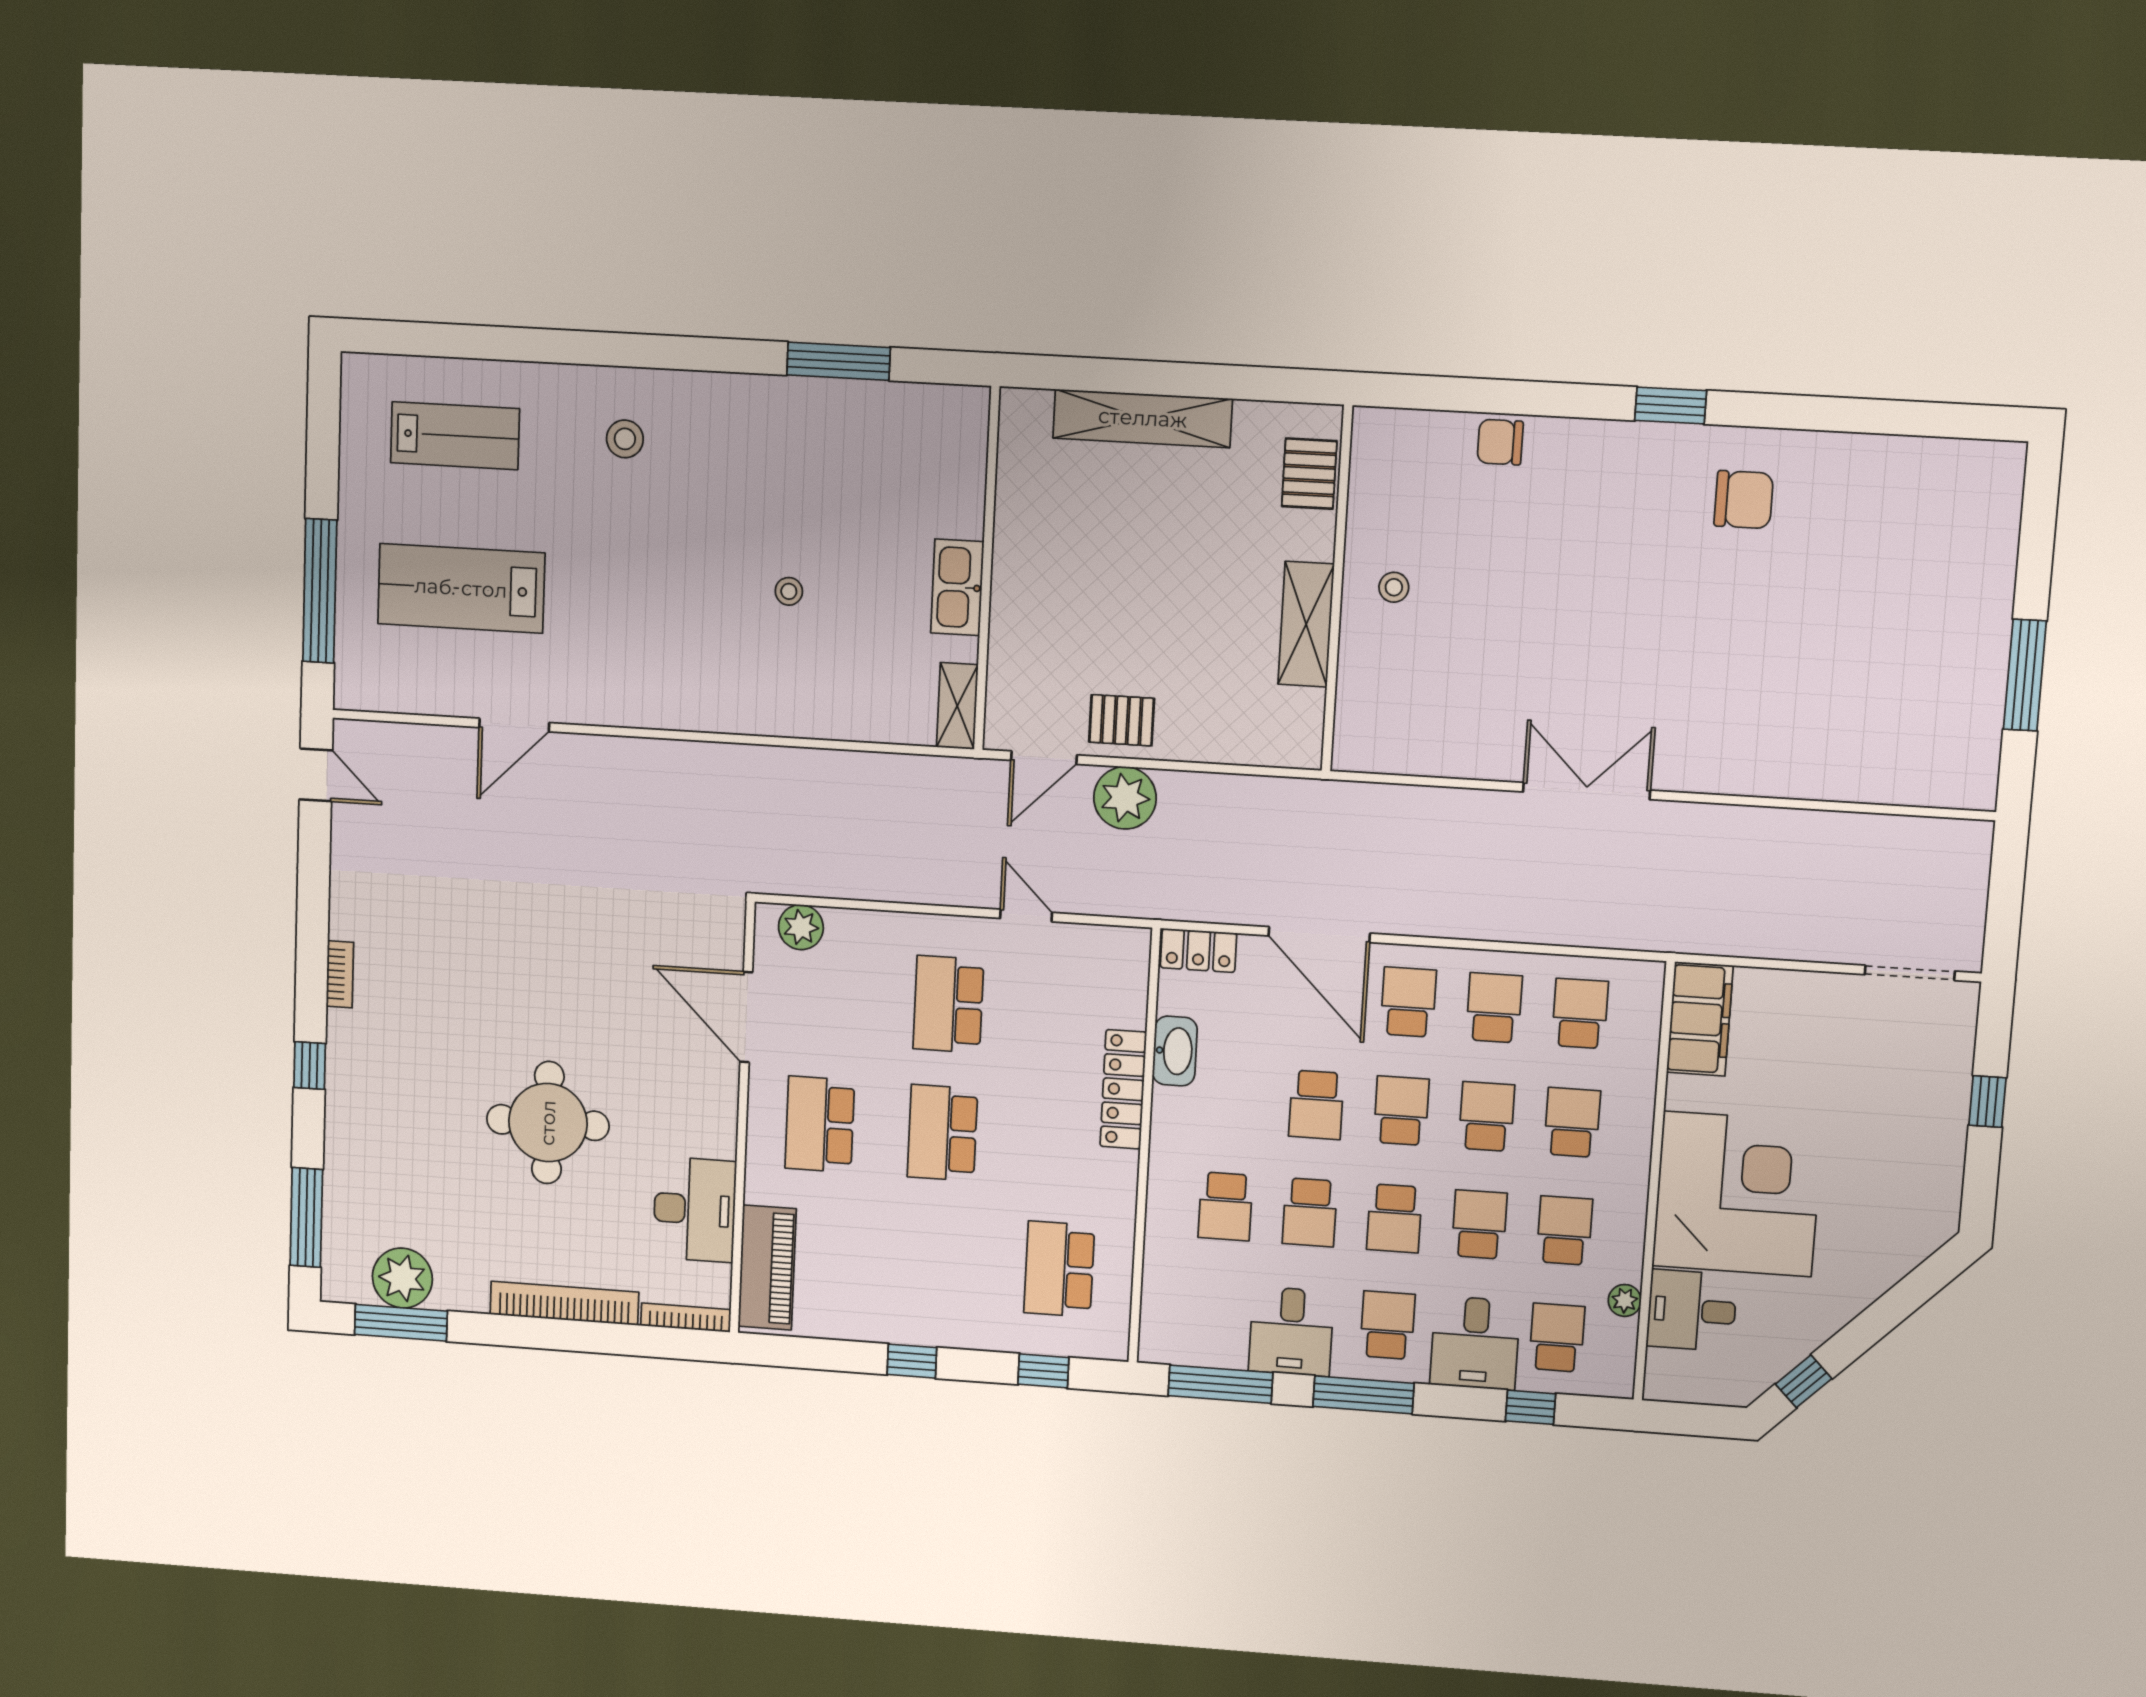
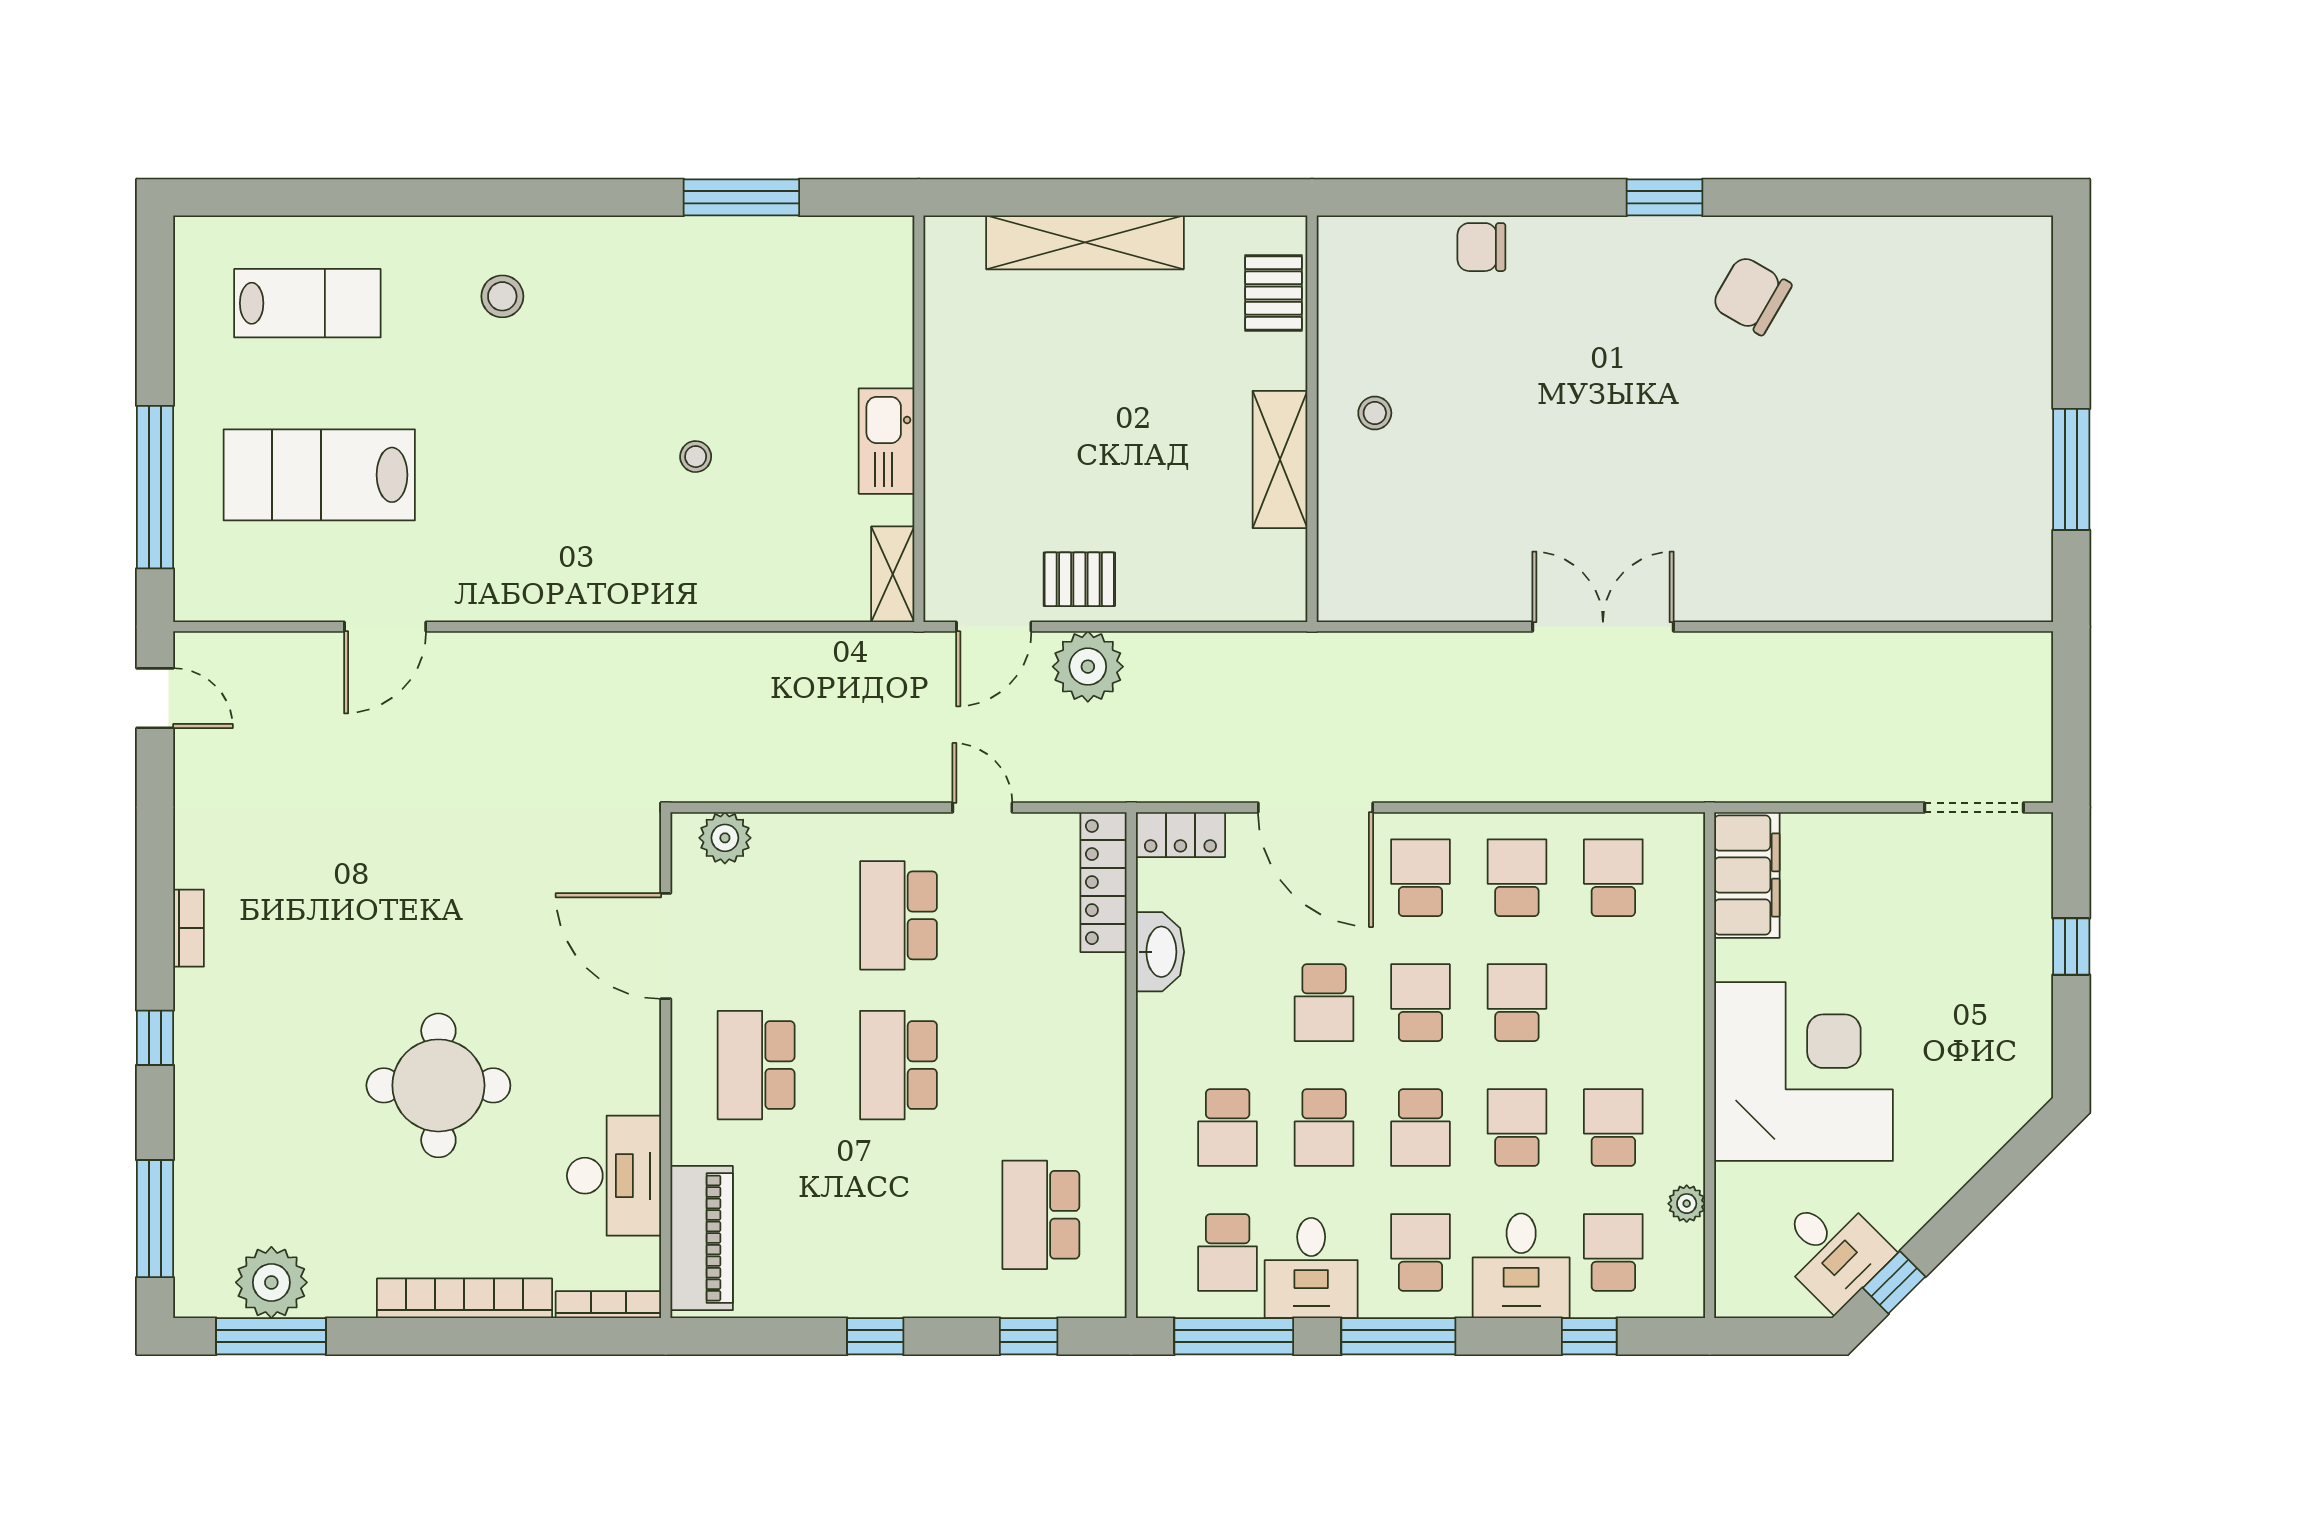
chair: (1744, 500) -> (1752, 295), turned -150
locker: (1123, 1089) -> (1104, 882), moved
school desk: (1572, 1122) -> (1228, 1252), moved, turned 180
desk: (1692, 1310) -> (1832, 1250), moved, turned -135

